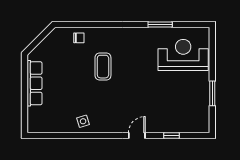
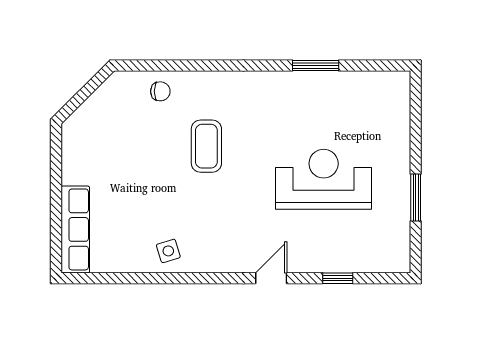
reception desk: (183, 55) -> (324, 179), moved
row of seats: (34, 83) -> (75, 229), moved

